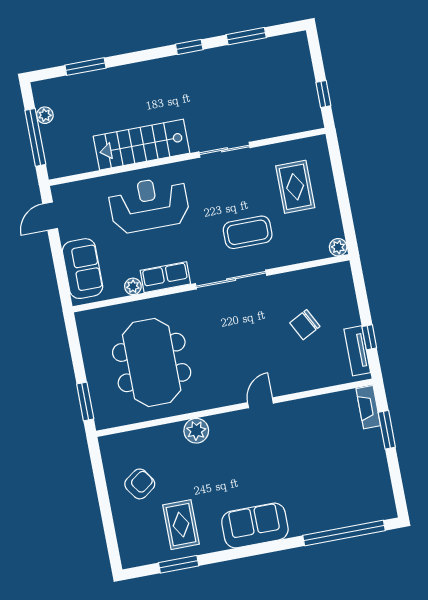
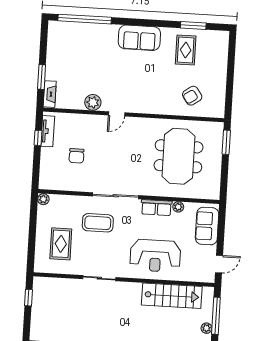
stairs: (141, 145) -> (172, 296), moved
chair: (305, 325) -> (76, 156), turned 118
plant: (196, 431) -> (93, 102), moved
armchair: (140, 484) -> (192, 96), moved

